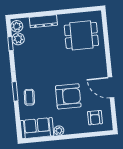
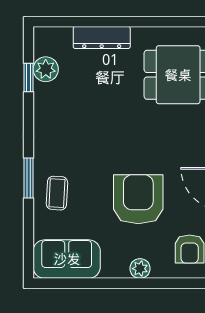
plant: (17, 26) -> (45, 43), removed
armchair: (68, 96) -> (138, 199), turned -90
plant: (59, 131) -> (140, 269), moved

